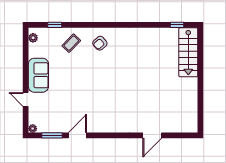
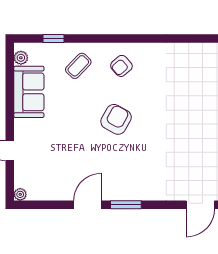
sofa: (38, 75) -> (29, 92), moved
armchair: (96, 79) -> (116, 119), added
window: (52, 135) -> (126, 205), moved

